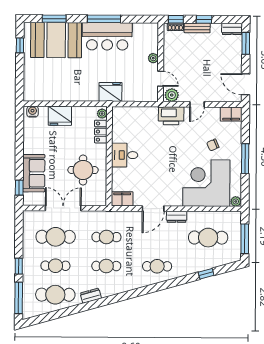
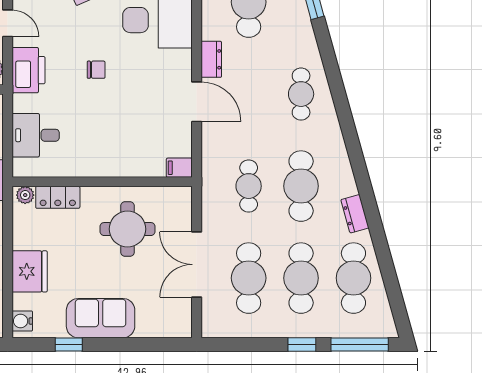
chair: (171, 153) -> (96, 70), added
desk: (125, 155) -> (36, 135), moved, turned 90
sofa: (34, 173) -> (101, 318), moved
window: (19, 188) -> (69, 344), moved
filing cabinet: (122, 199) -> (179, 168), width x0.50
cafe table: (55, 266) -> (301, 278), width x1.37, depth x1.35
cafe table: (106, 266) -> (301, 186), width x1.37, depth x1.35

